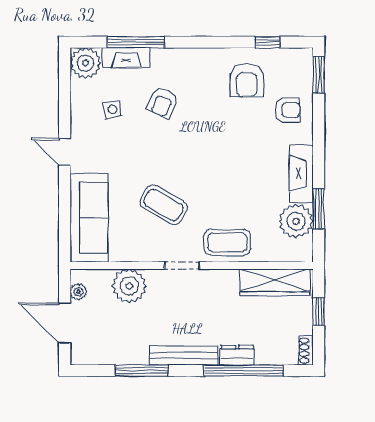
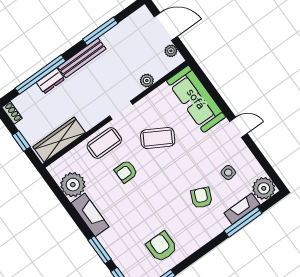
armchair: (287, 110) -> (126, 172), moved
window: (319, 209) -> (100, 250), moved
plant: (129, 286) -> (147, 81), width x0.53, depth x0.53

